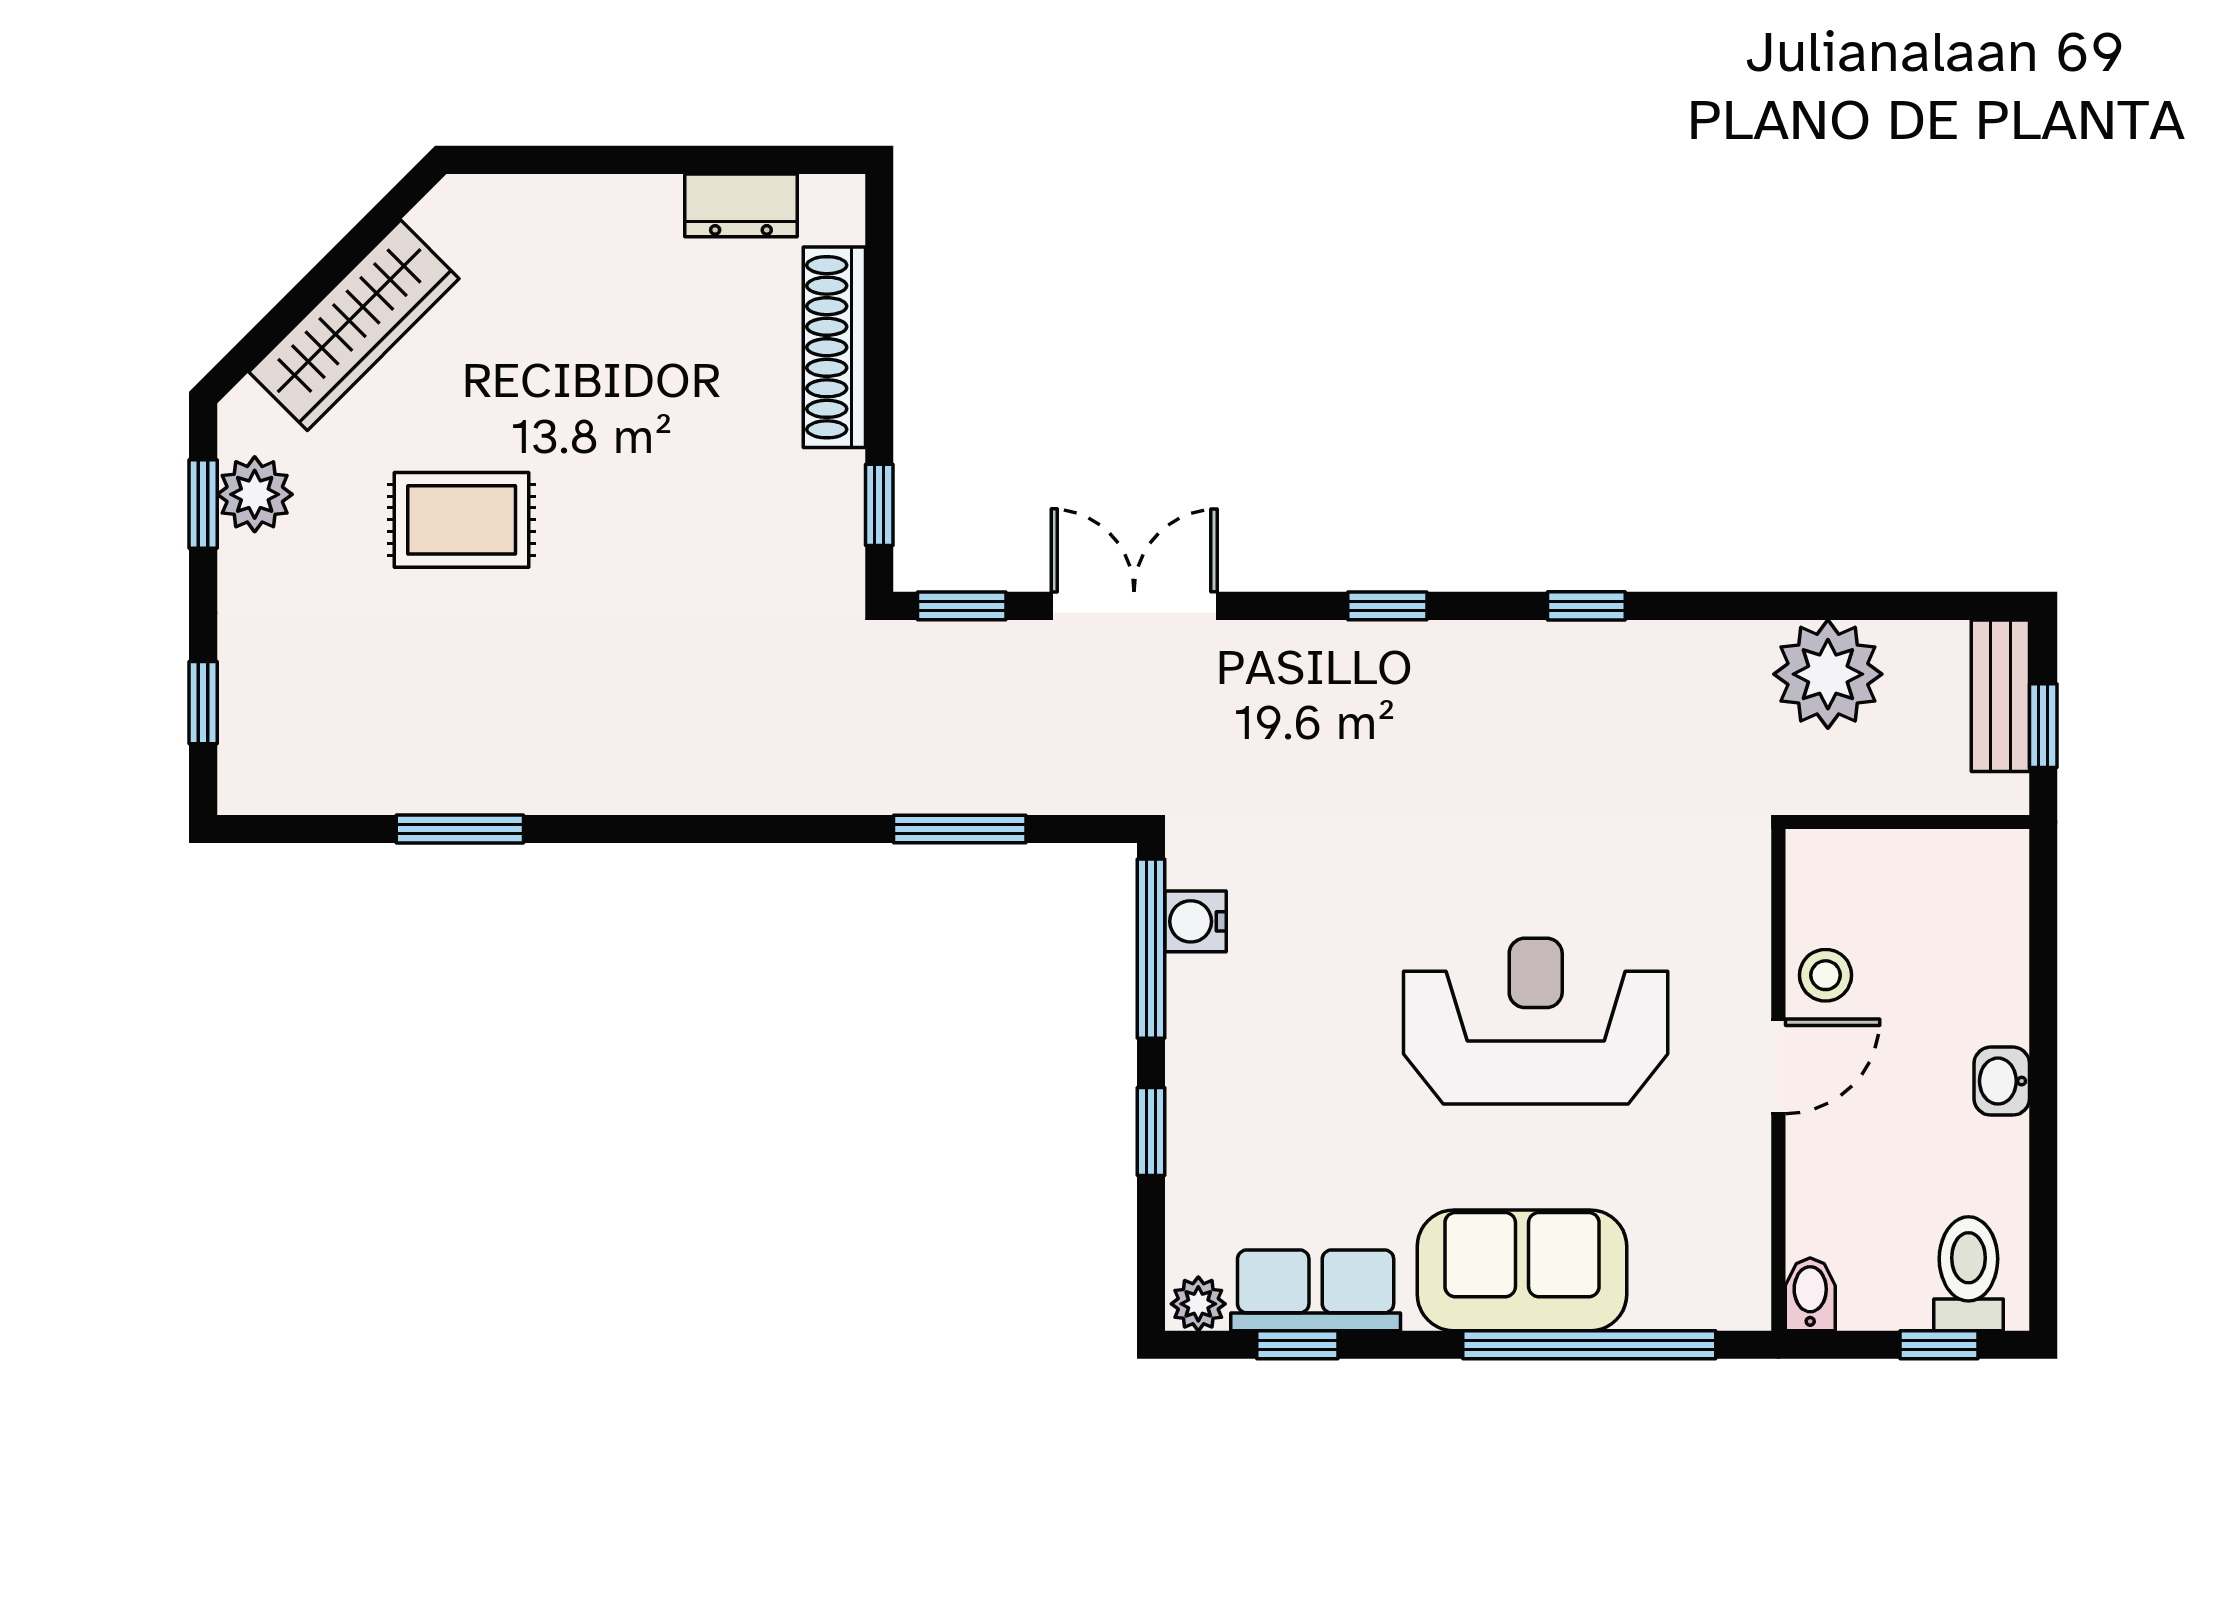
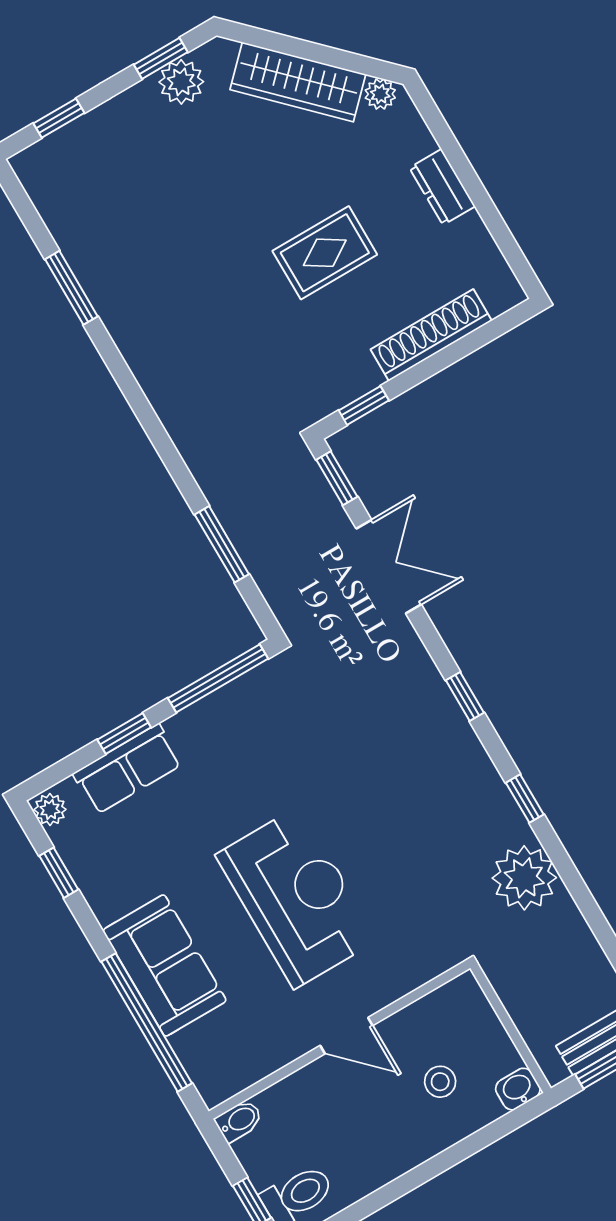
dresser: (741, 205) -> (442, 187), moved
plant: (442, 216) -> (380, 94), added
rug: (462, 520) -> (325, 253), moved, turned 90
plant: (1828, 674) -> (524, 878), moved
water cooler: (1196, 921) -> (245, 693), removed
stool: (1826, 975) -> (440, 1082), moved
washbasin: (2002, 1081) -> (518, 1089), moved
row of seats: (1316, 1290) -> (128, 769), moved, turned 90

